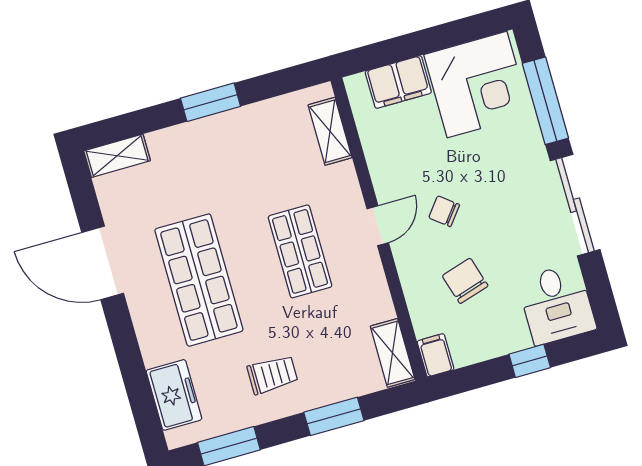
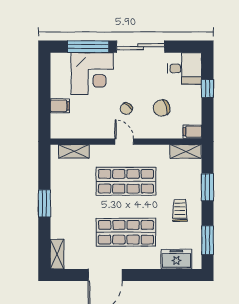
filing cabinet: (398, 82) -> (60, 106), width x0.50
corner desk: (477, 84) -> (92, 74), moved, turned 90
shop shelf: (300, 251) -> (126, 181), width x1.43, depth x1.36

